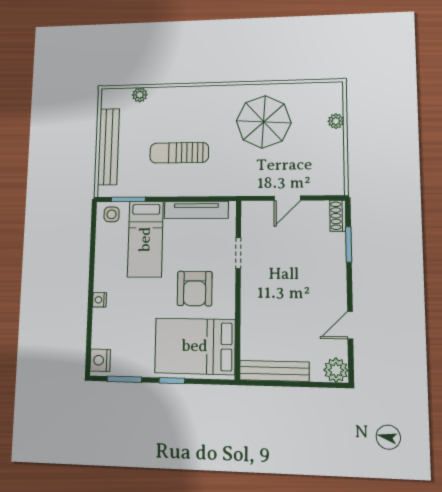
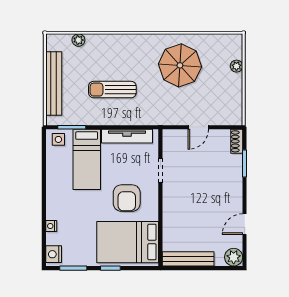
nightstand: (99, 300) -> (51, 226), moved

